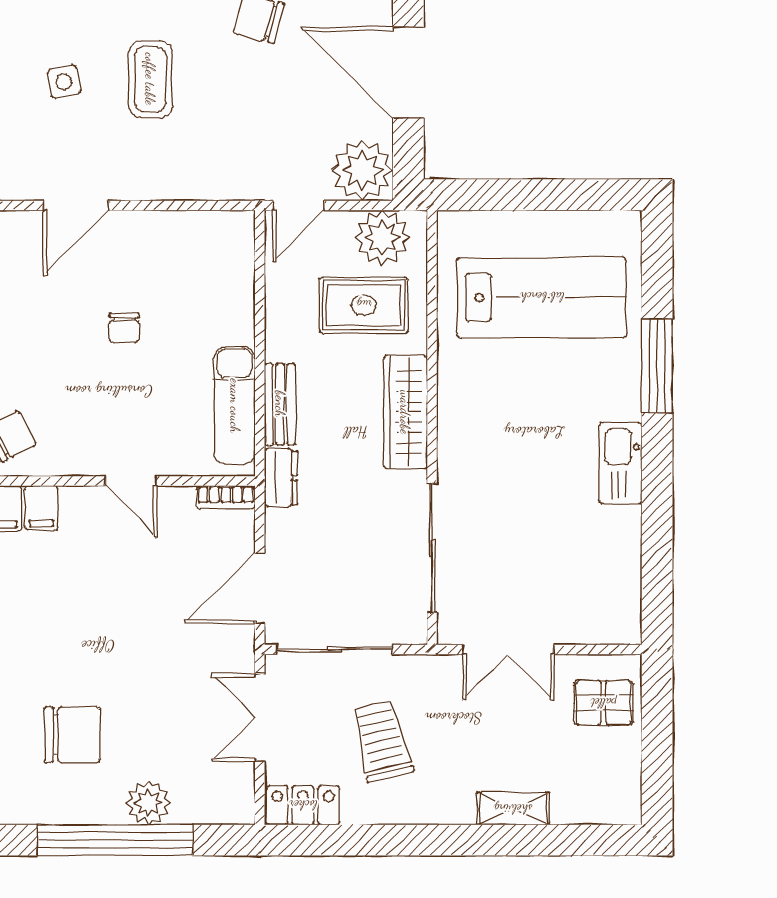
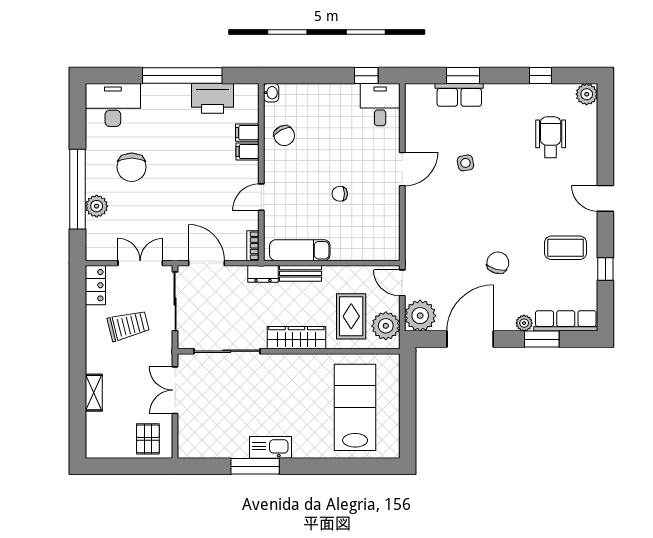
coffee table: (150, 79) -> (467, 207), removed
door: (76, 205) -> (402, 169), swing flipped
lab bench: (542, 297) -> (355, 407), turned 180
window: (657, 366) -> (255, 466), moved

